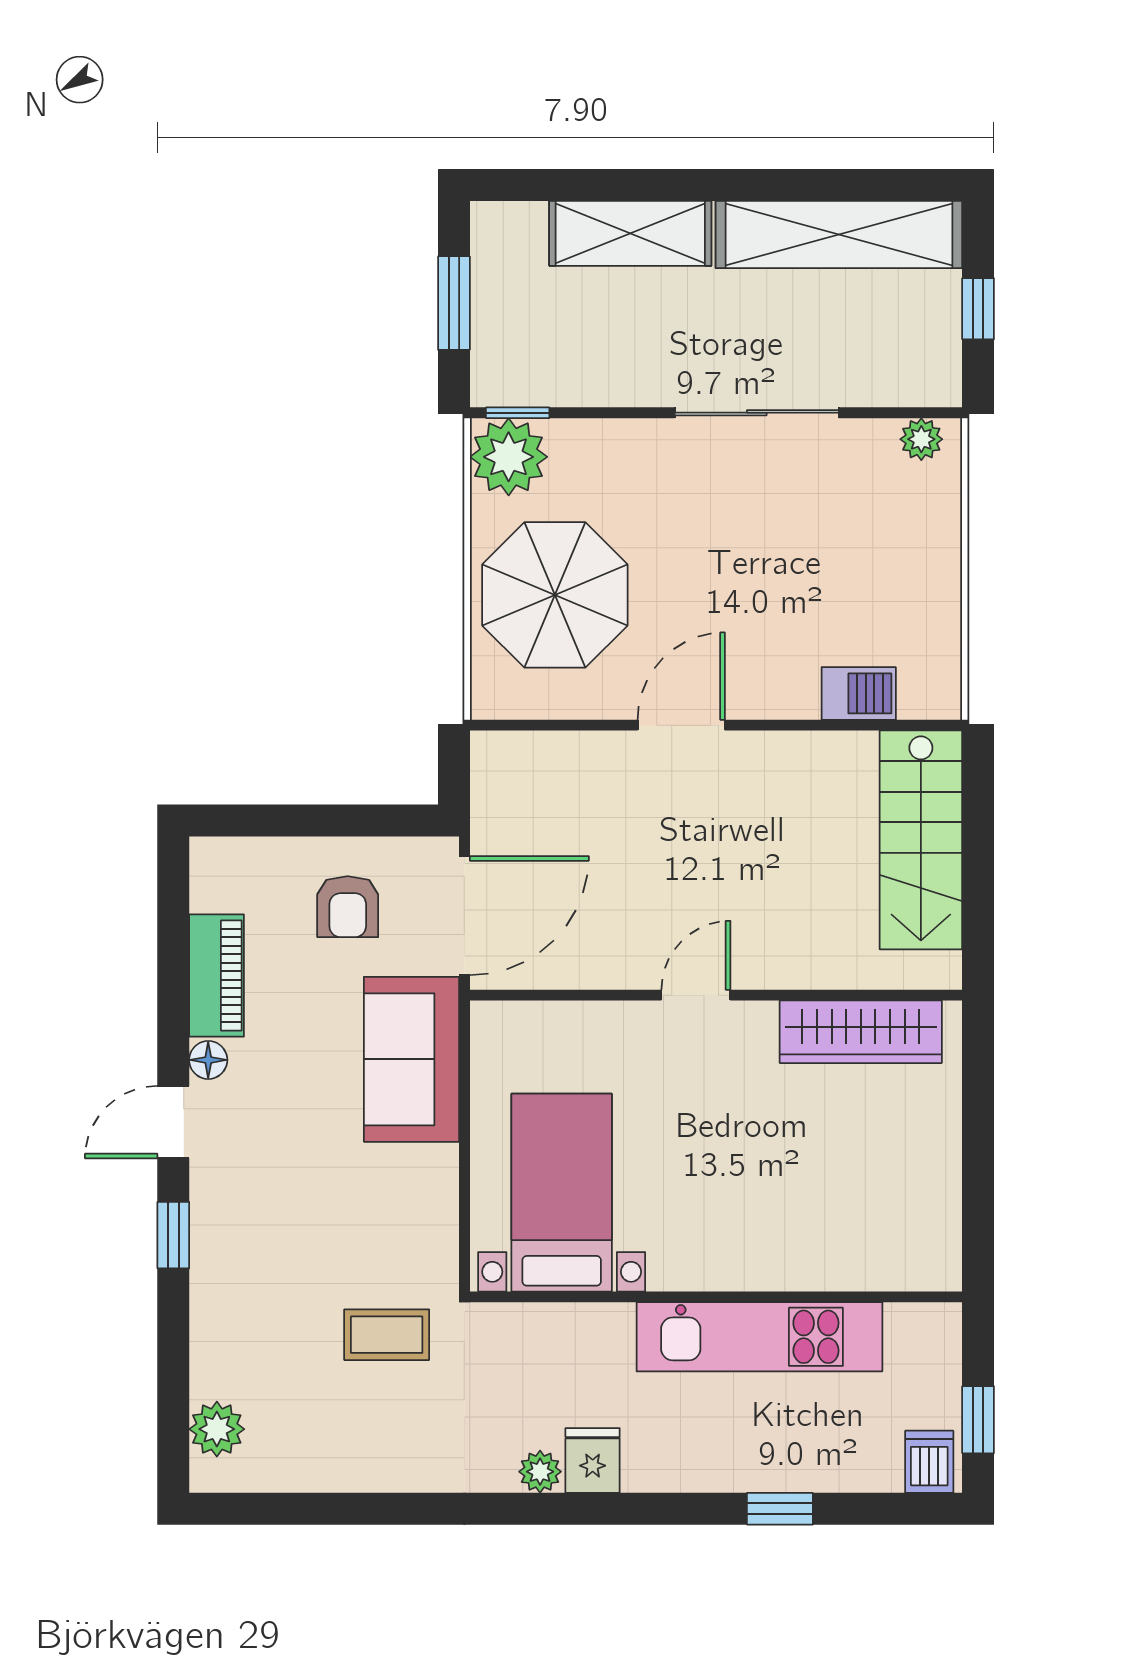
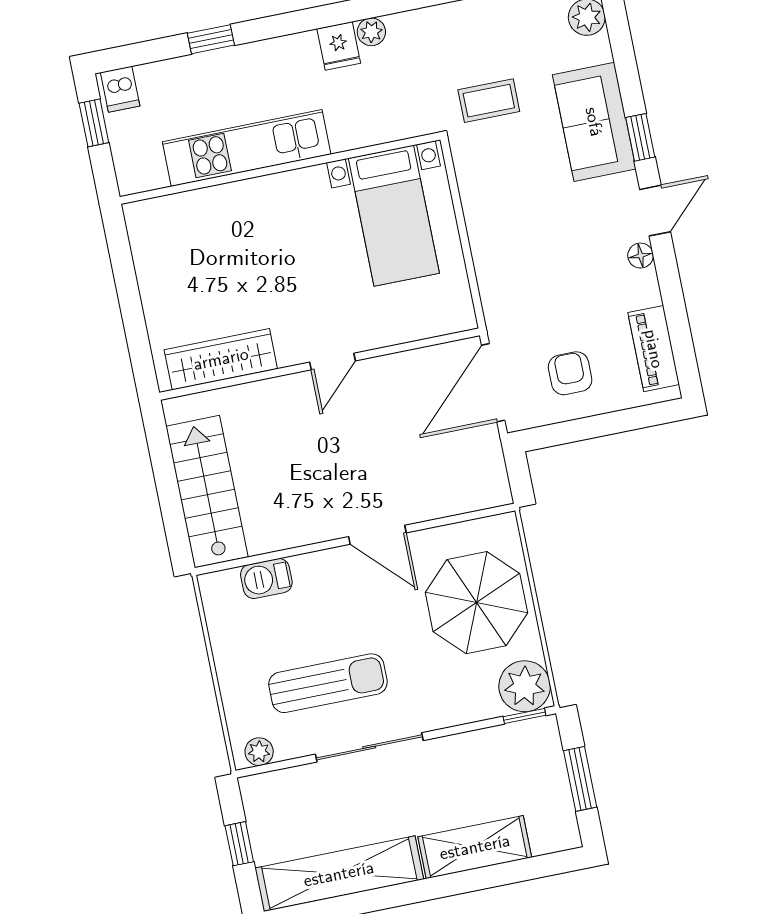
sun lounger: (799, 520) -> (328, 683), added
door: (681, 725) -> (377, 535), hinge flipped
piano: (217, 975) -> (654, 349), moved
sofa: (411, 1059) -> (594, 122), moved, turned 180

